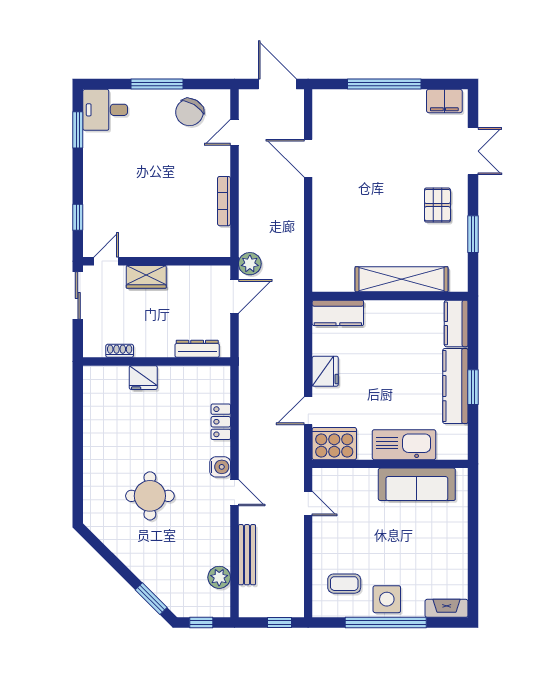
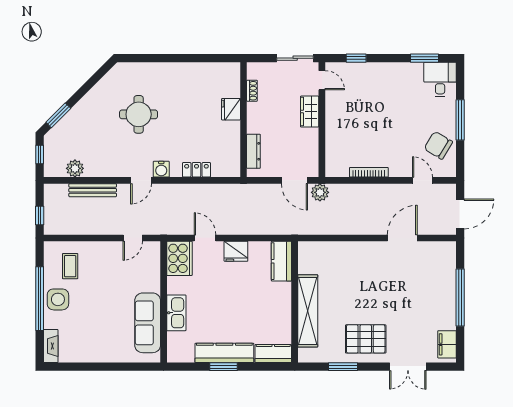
pallet: (437, 205) -> (366, 339), width x1.50, depth x1.42
kitchen sink: (404, 445) -> (176, 313), width x0.73, depth x0.81

